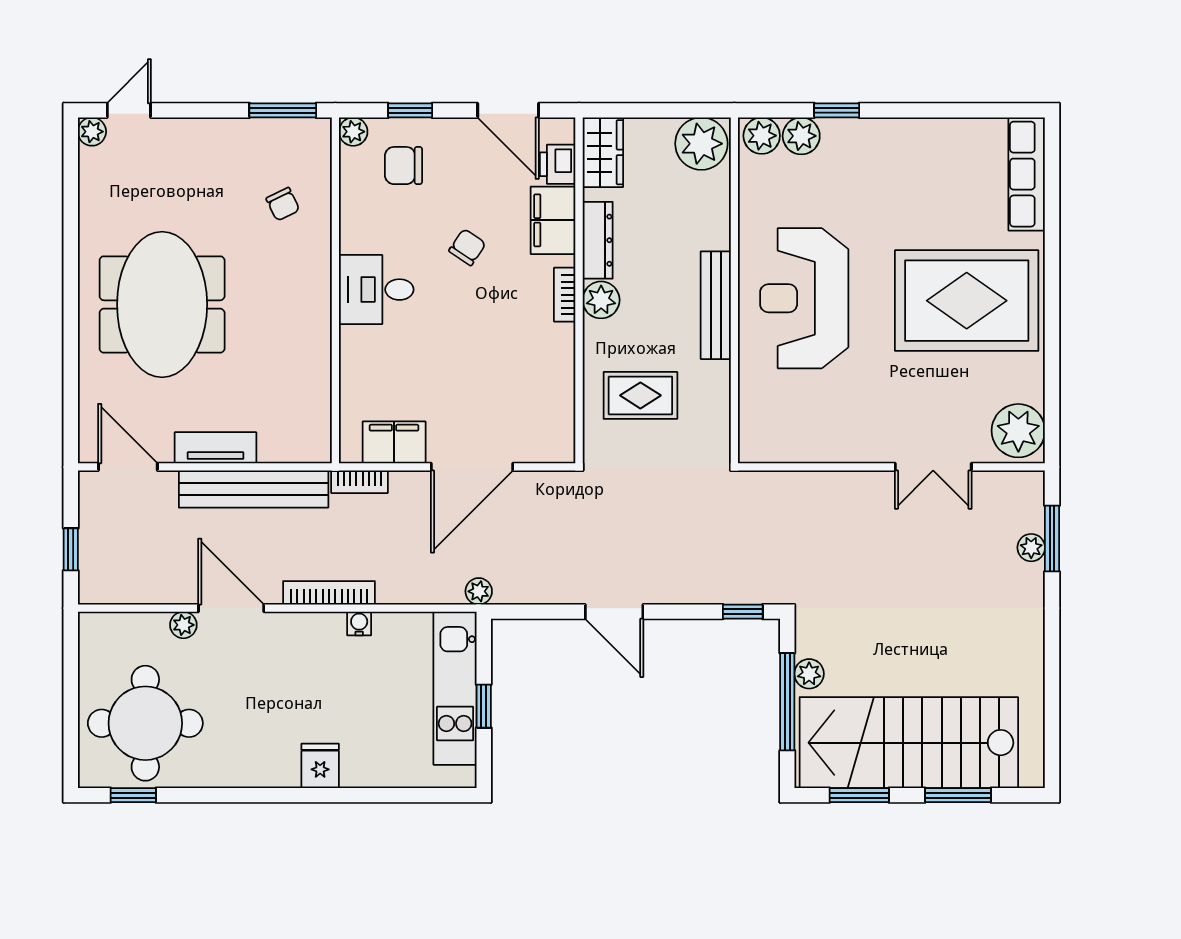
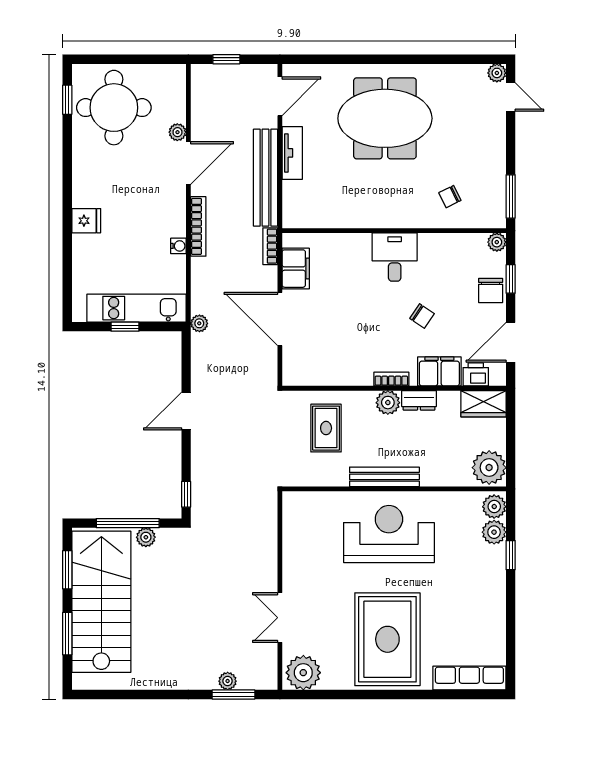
chair: (403, 166) -> (491, 291), moved, turned 180
dresser: (598, 240) -> (419, 400), width x0.70

